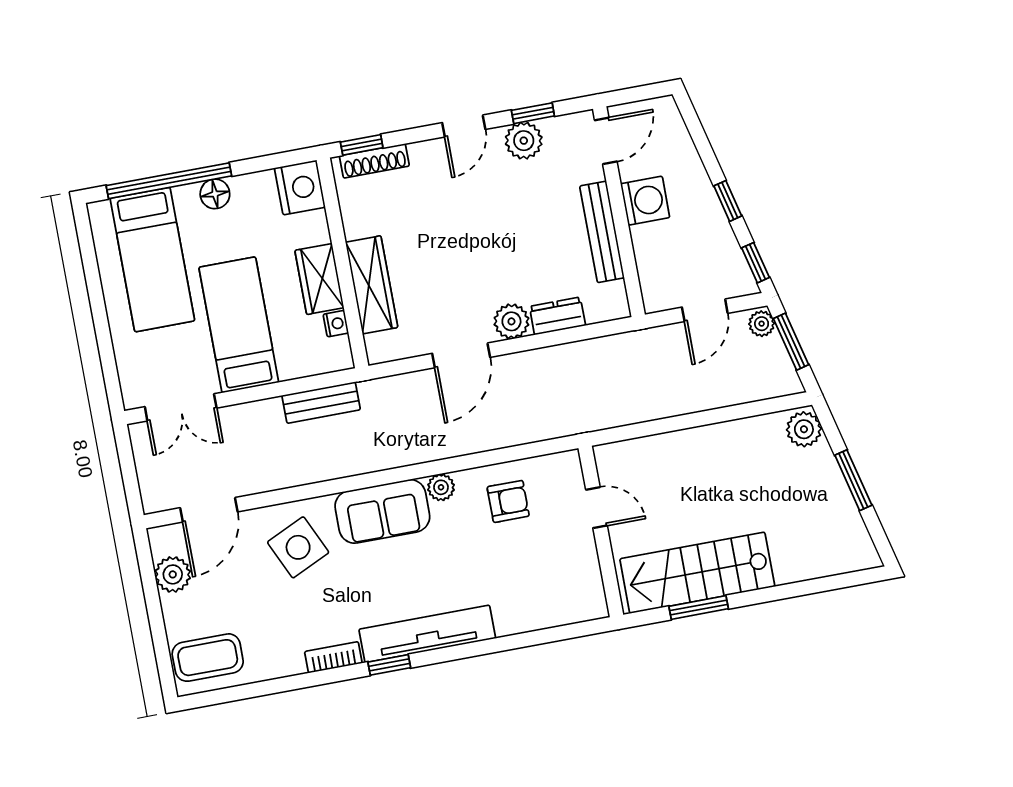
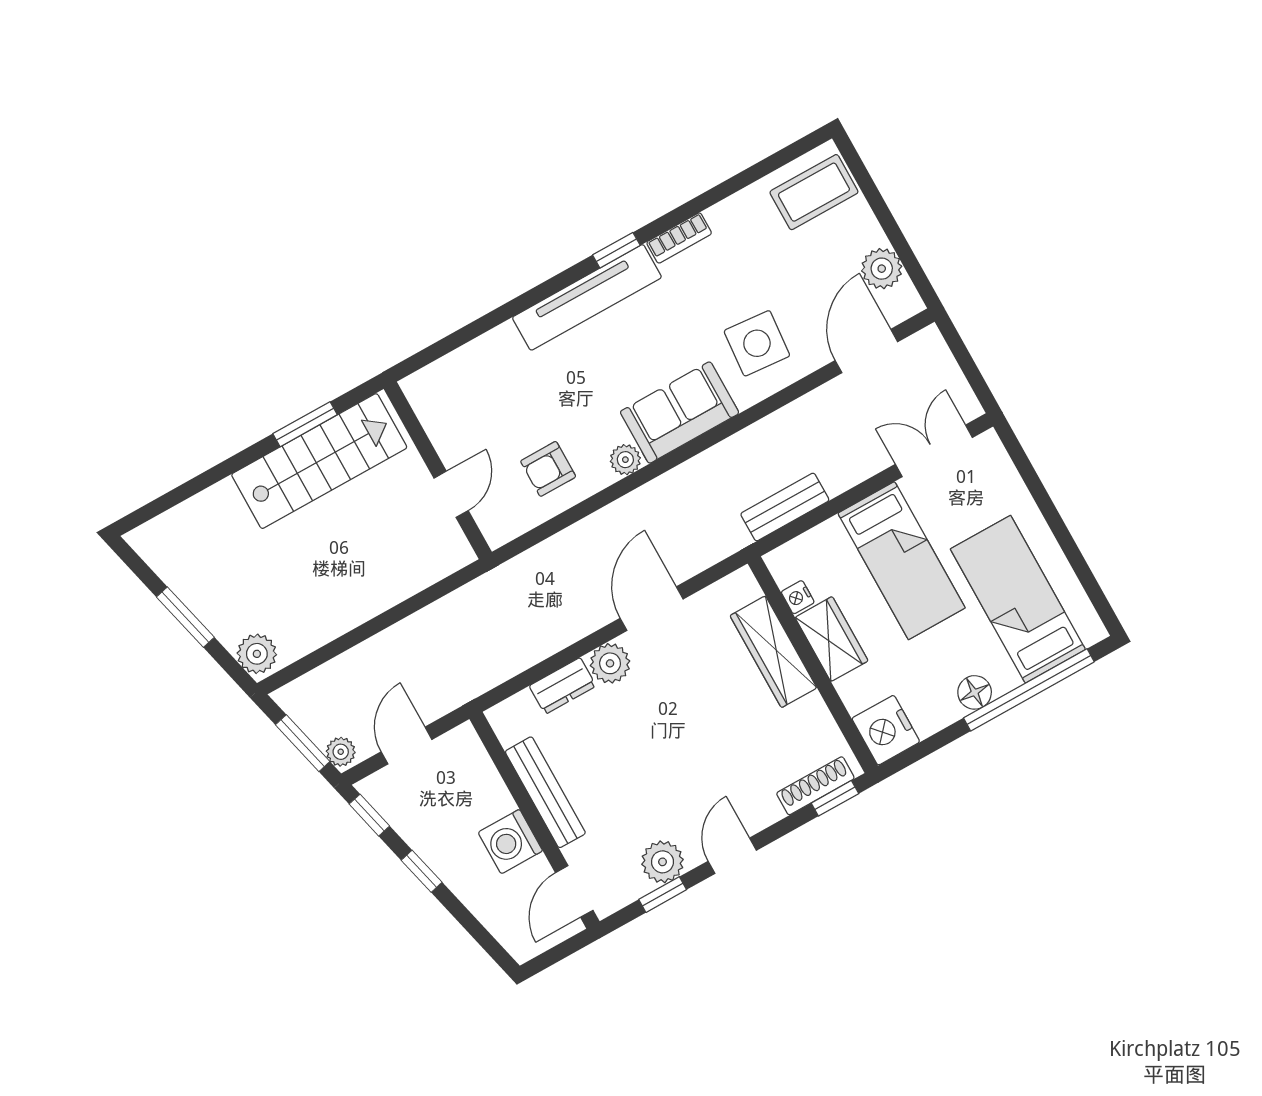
door: (596, 508) -> (451, 494), swing flipped
side table: (298, 547) -> (757, 343), turned 30

